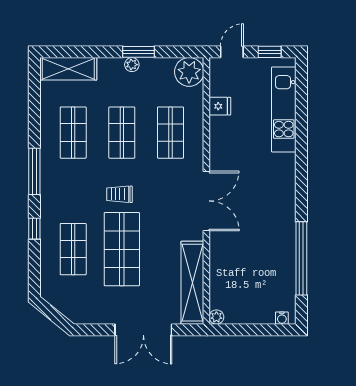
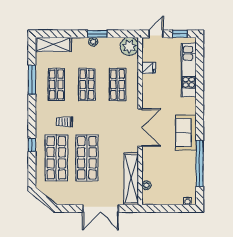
window: (34, 171) -> (32, 80), moved
trolley: (119, 194) -> (64, 122), moved
sofa: (280, 209) -> (186, 133), added
shop shelf: (73, 249) -> (56, 158), width x1.43, depth x1.36
plant: (216, 317) -> (146, 185), moved

